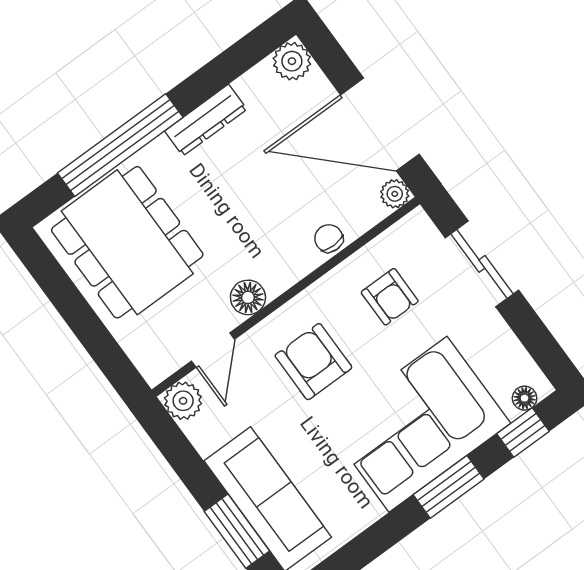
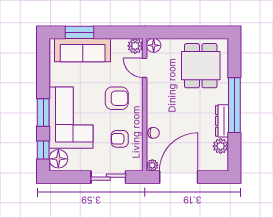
plant: (292, 61) -> (221, 146), moved
window: (120, 145) -> (234, 105), moved
dining table: (127, 242) -> (201, 66), width x0.73
floor lamp: (248, 297) -> (154, 45), moved
floor lamp: (525, 398) -> (58, 159), width x1.89, depth x1.89

